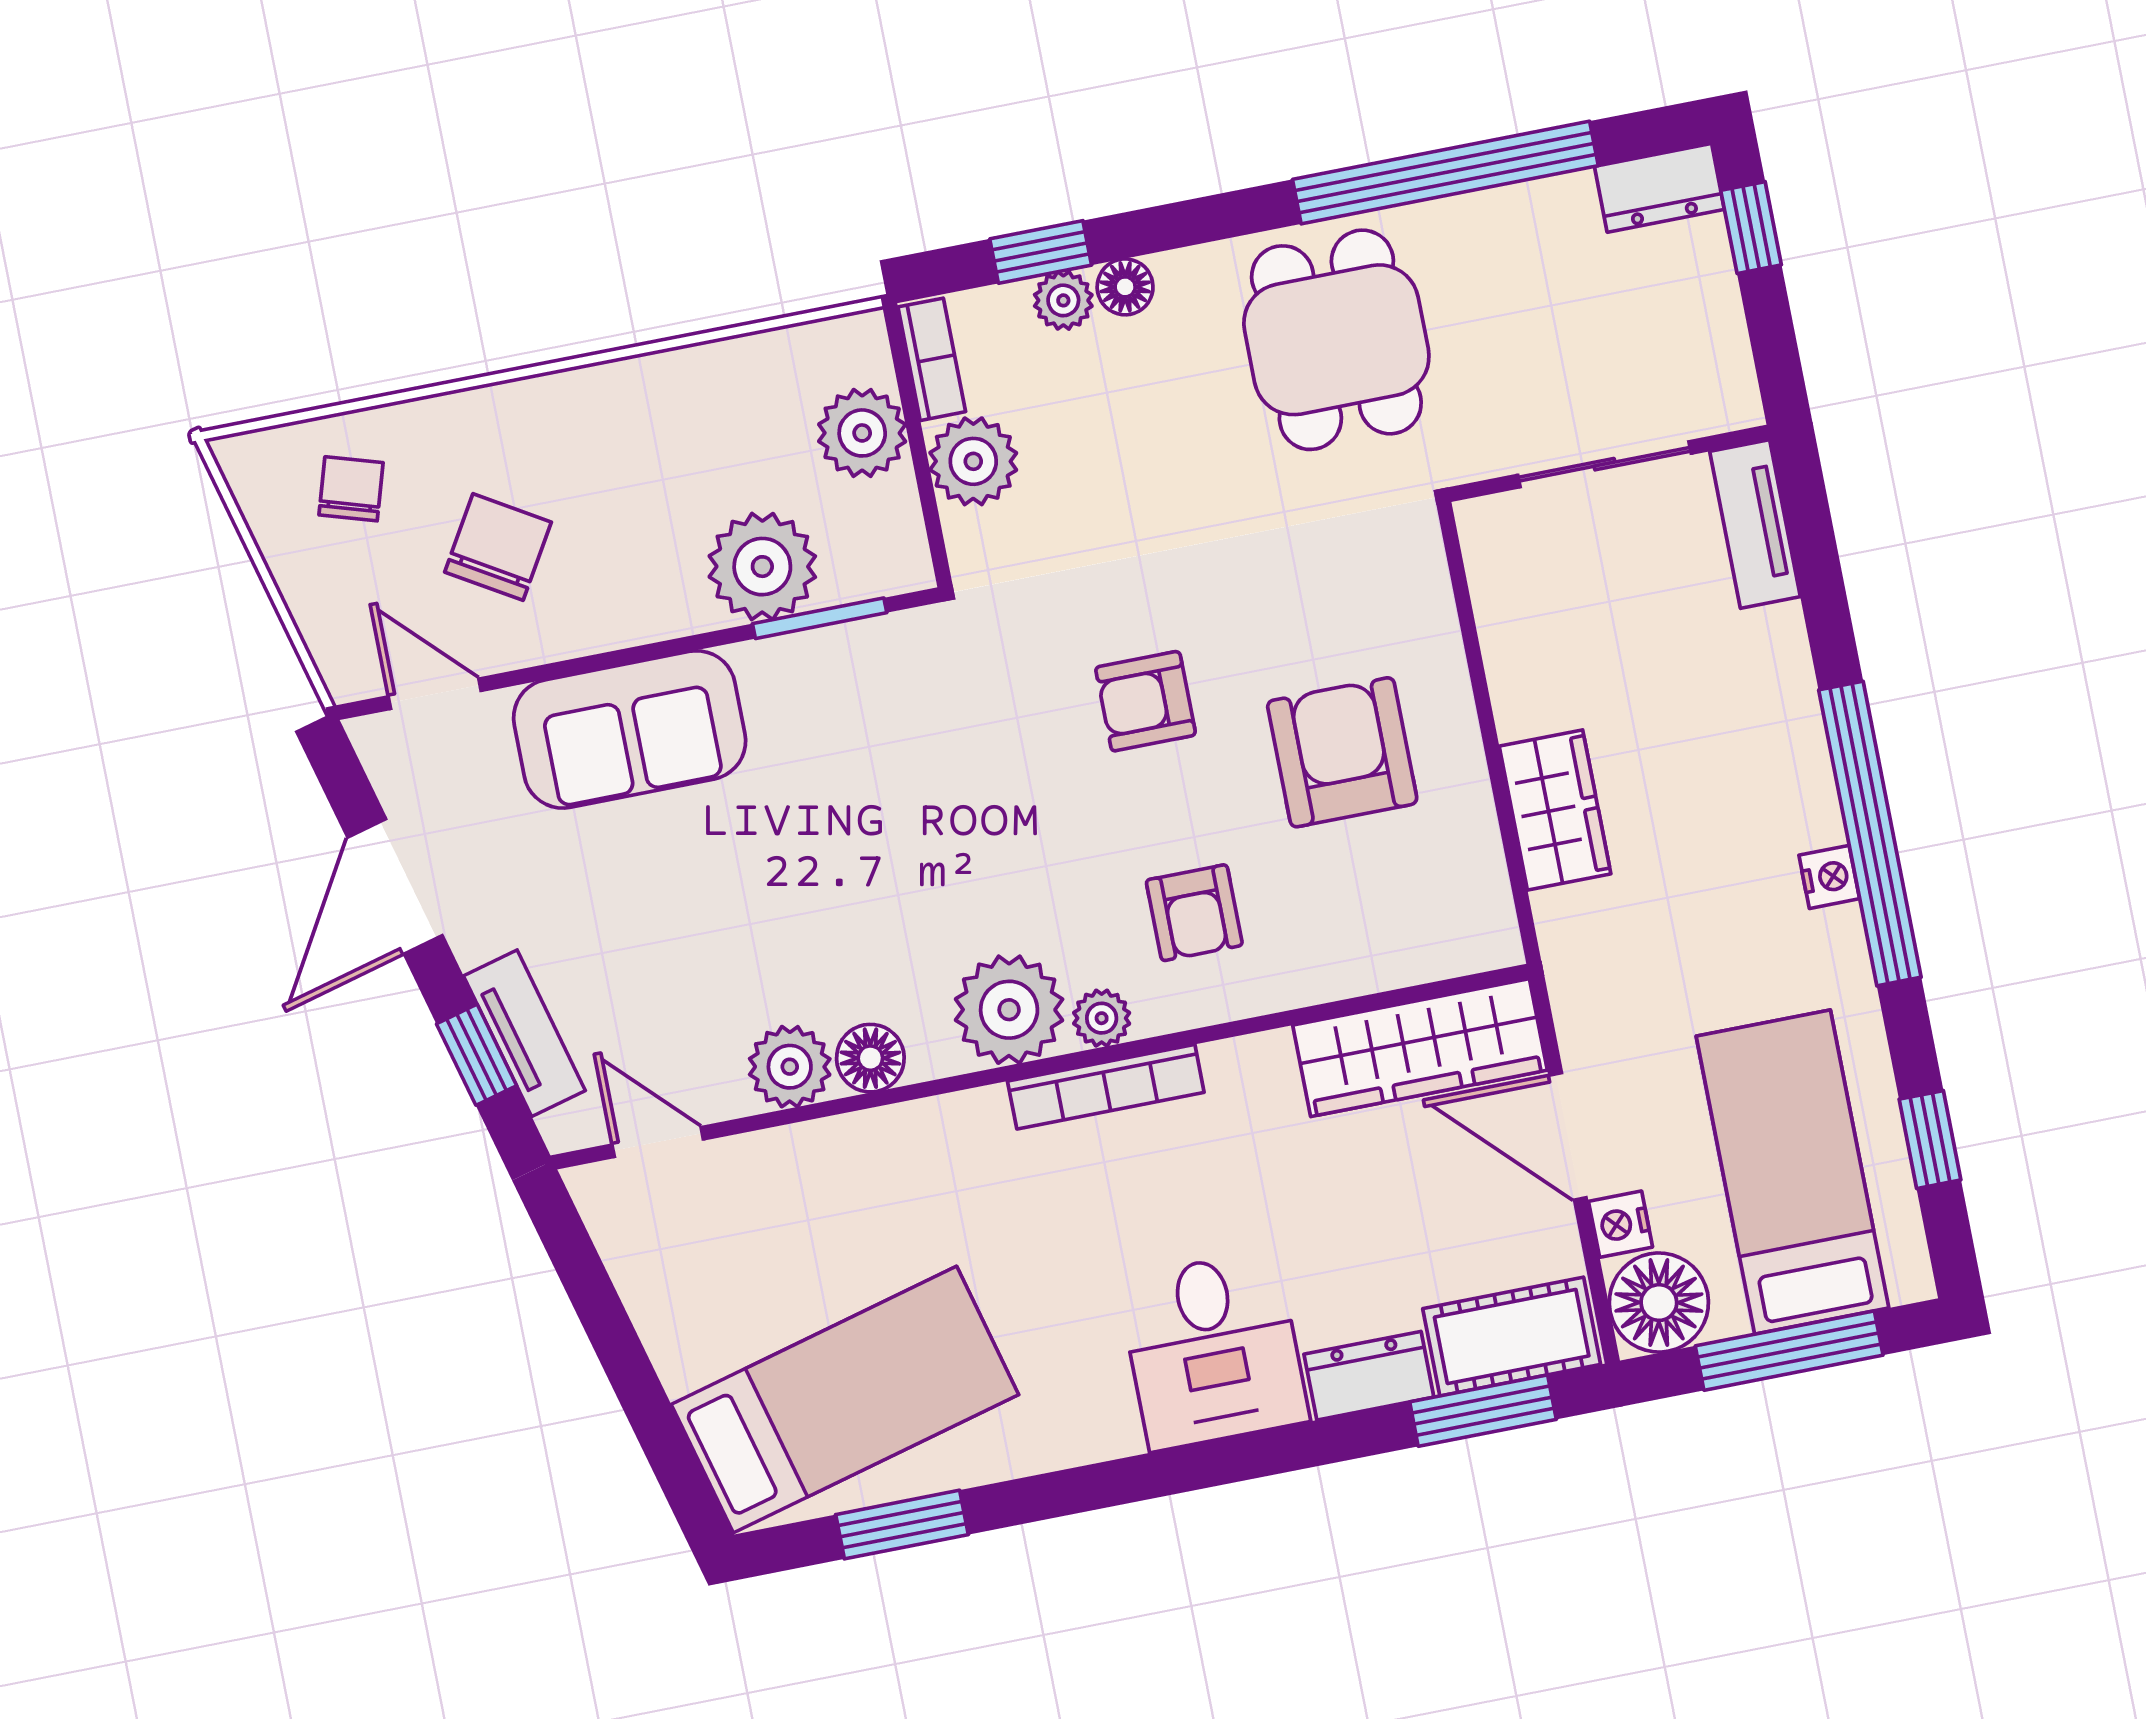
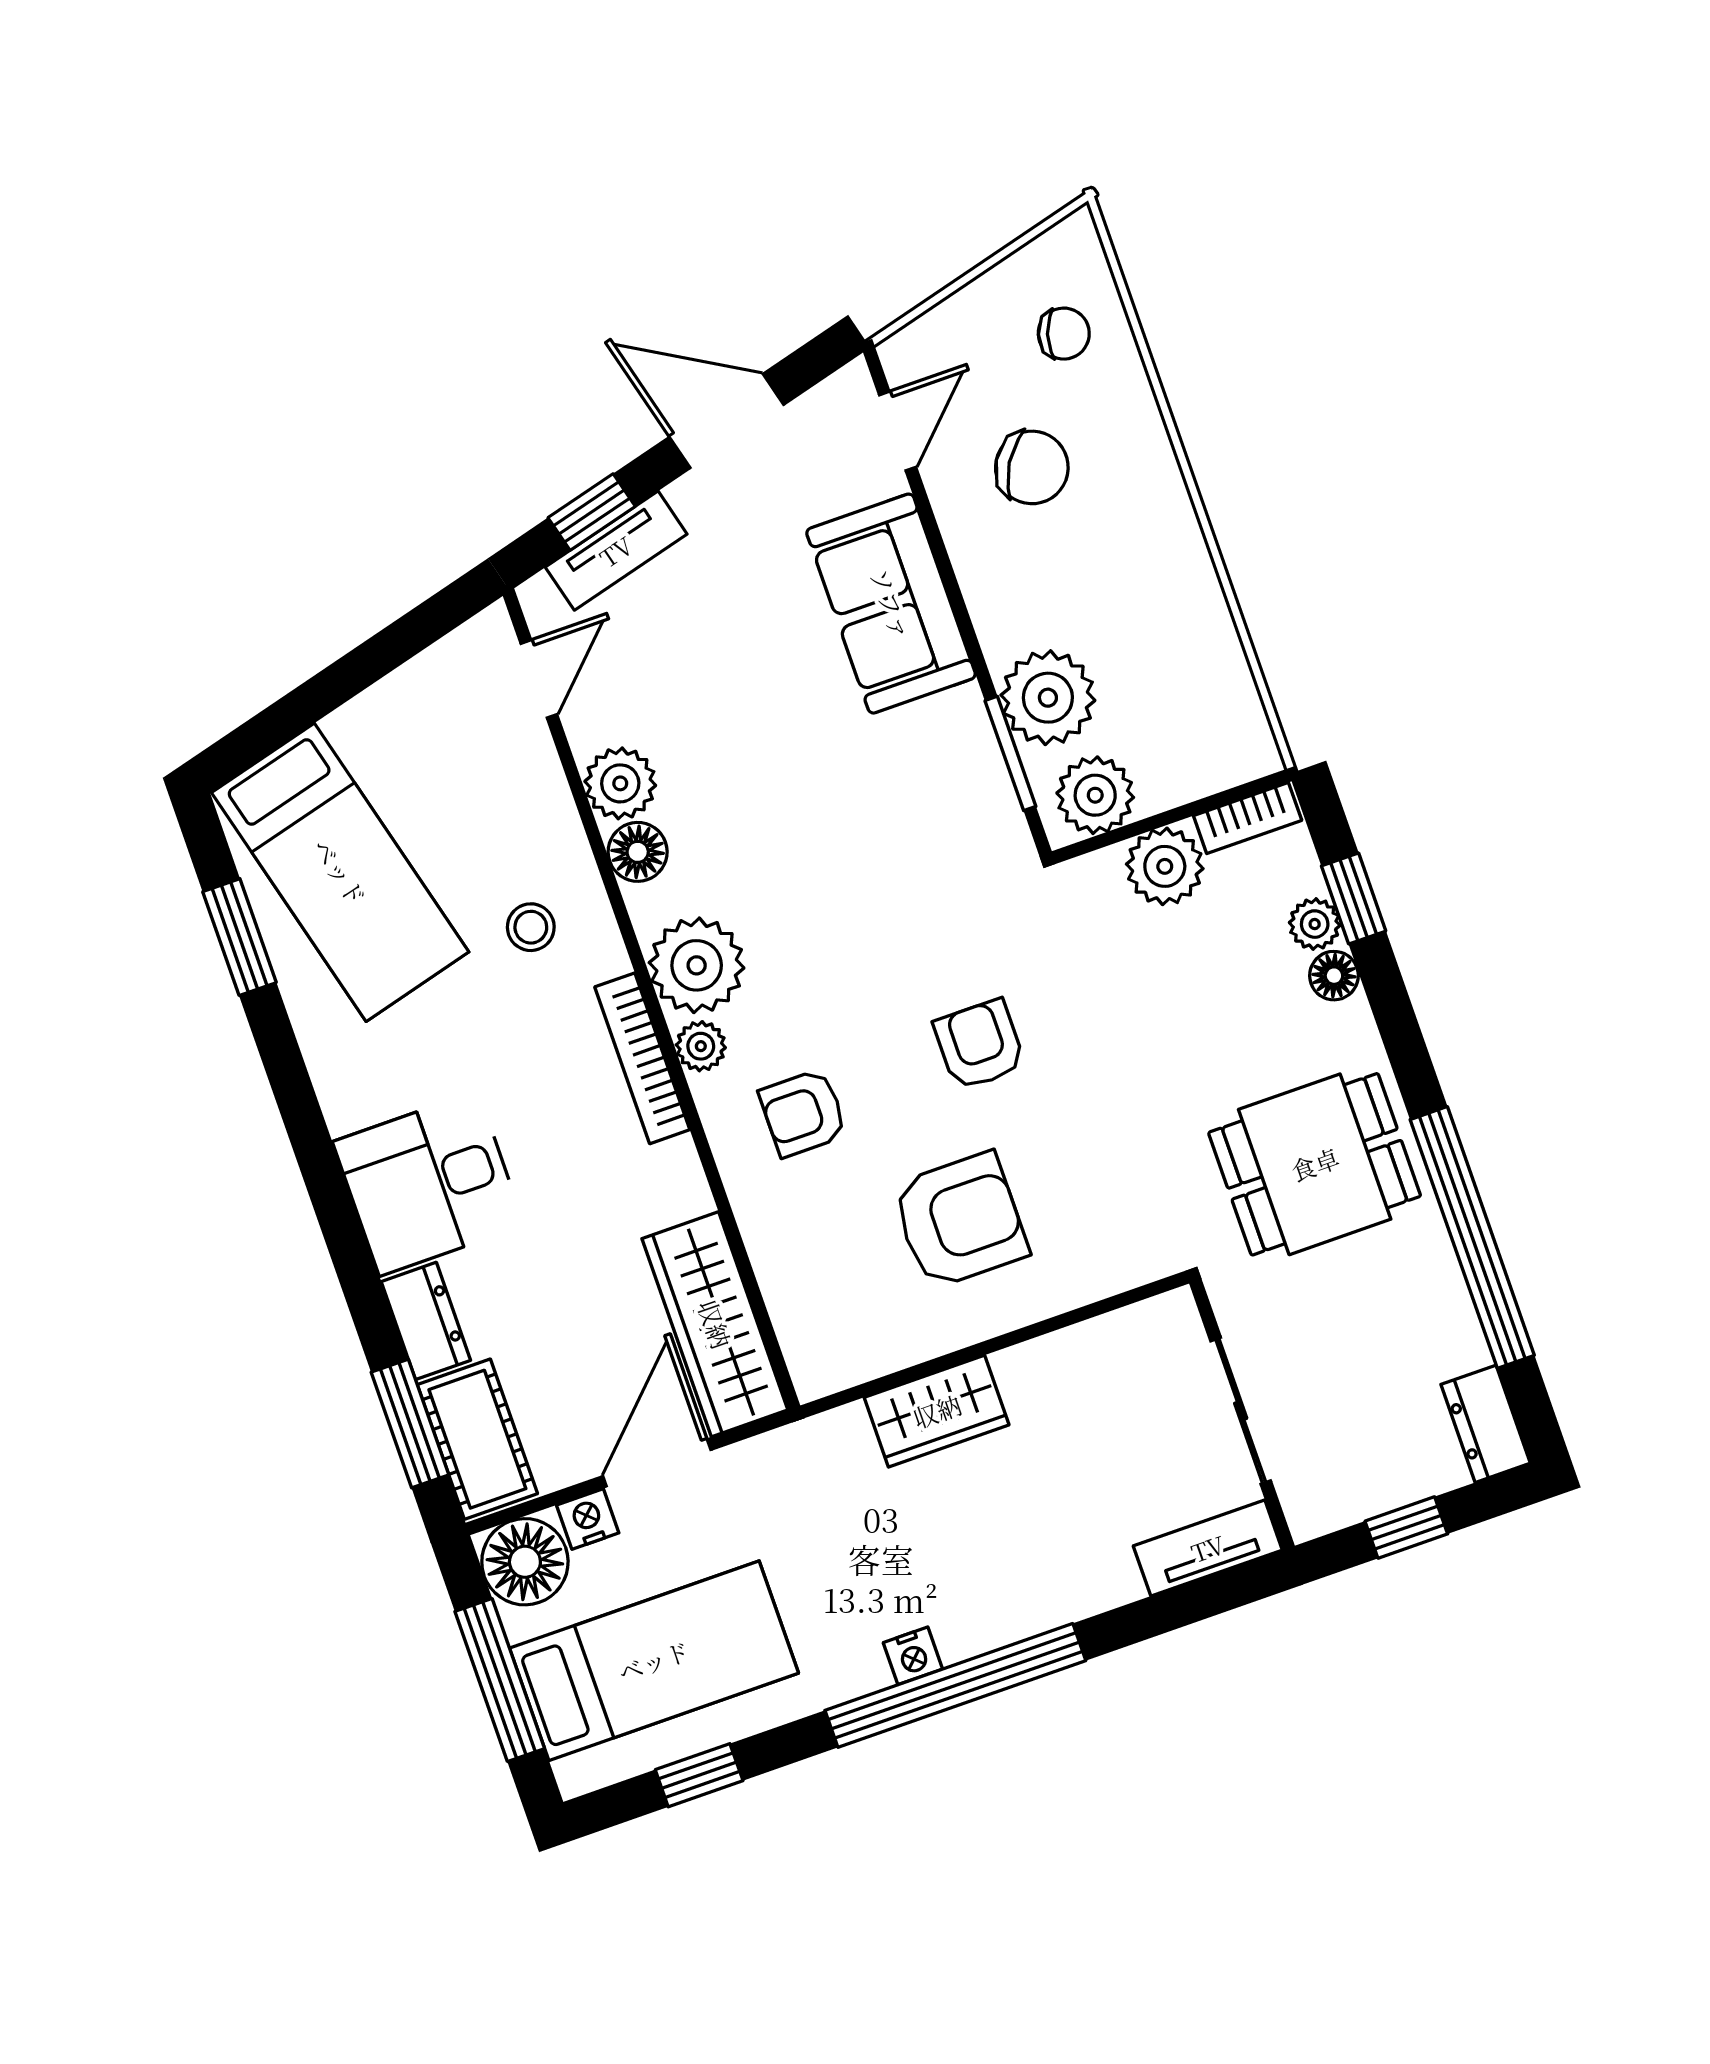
window: (1751, 228) -> (1406, 1528), moved
plant: (862, 433) -> (1095, 795), moved
stool: (938, 1192) -> (531, 927), added

